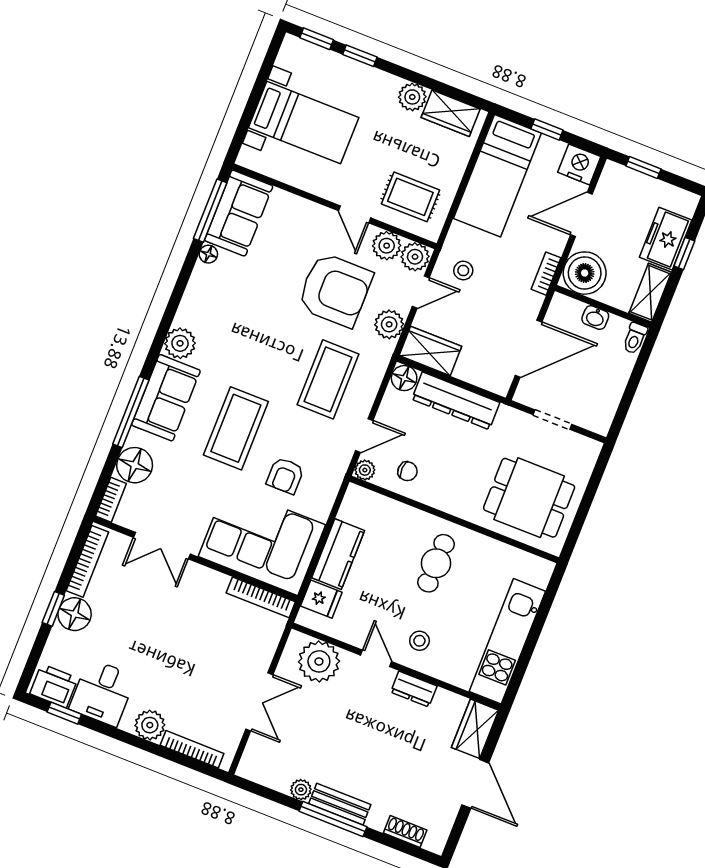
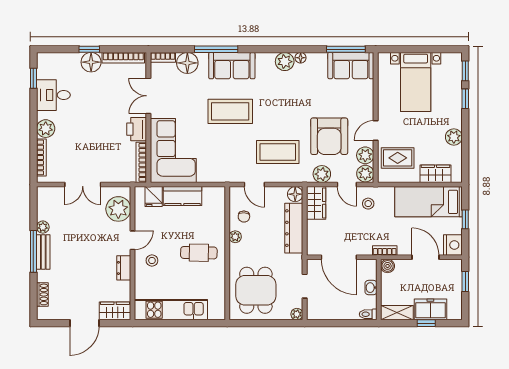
wardrobe: (451, 113) -> (435, 174), moved, turned 90
rug: (410, 197) -> (398, 158), turned 90
floor lamp: (208, 254) -> (301, 58), moved
boiler: (585, 273) -> (388, 266), width x0.54, depth x0.54
plant: (180, 343) -> (285, 62), moved
plant: (591, 449) -> (297, 314), added
plant: (365, 470) -> (235, 237), moved
armchair: (285, 476) -> (215, 149), removed
printer: (54, 686) -> (137, 129), moved, turned 180

